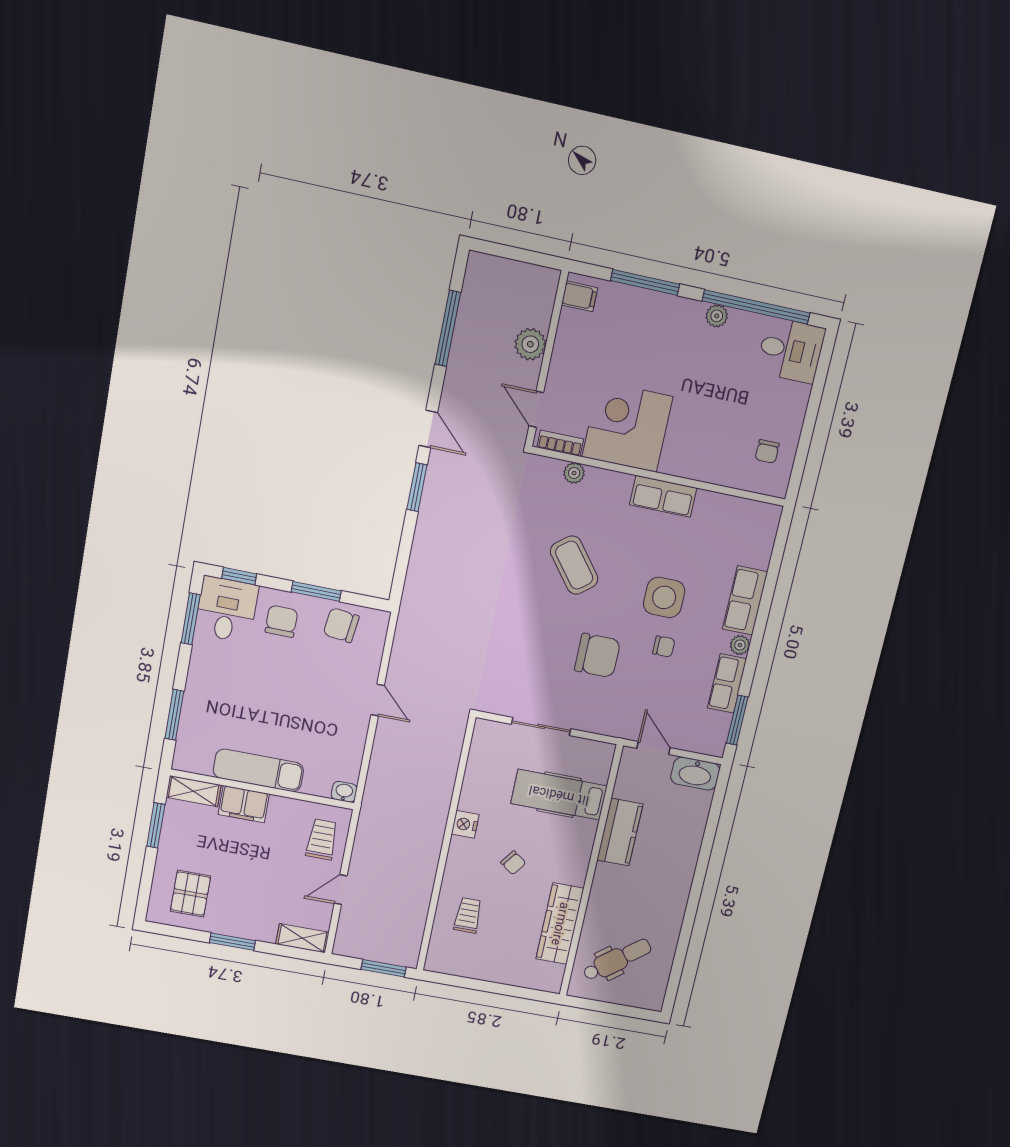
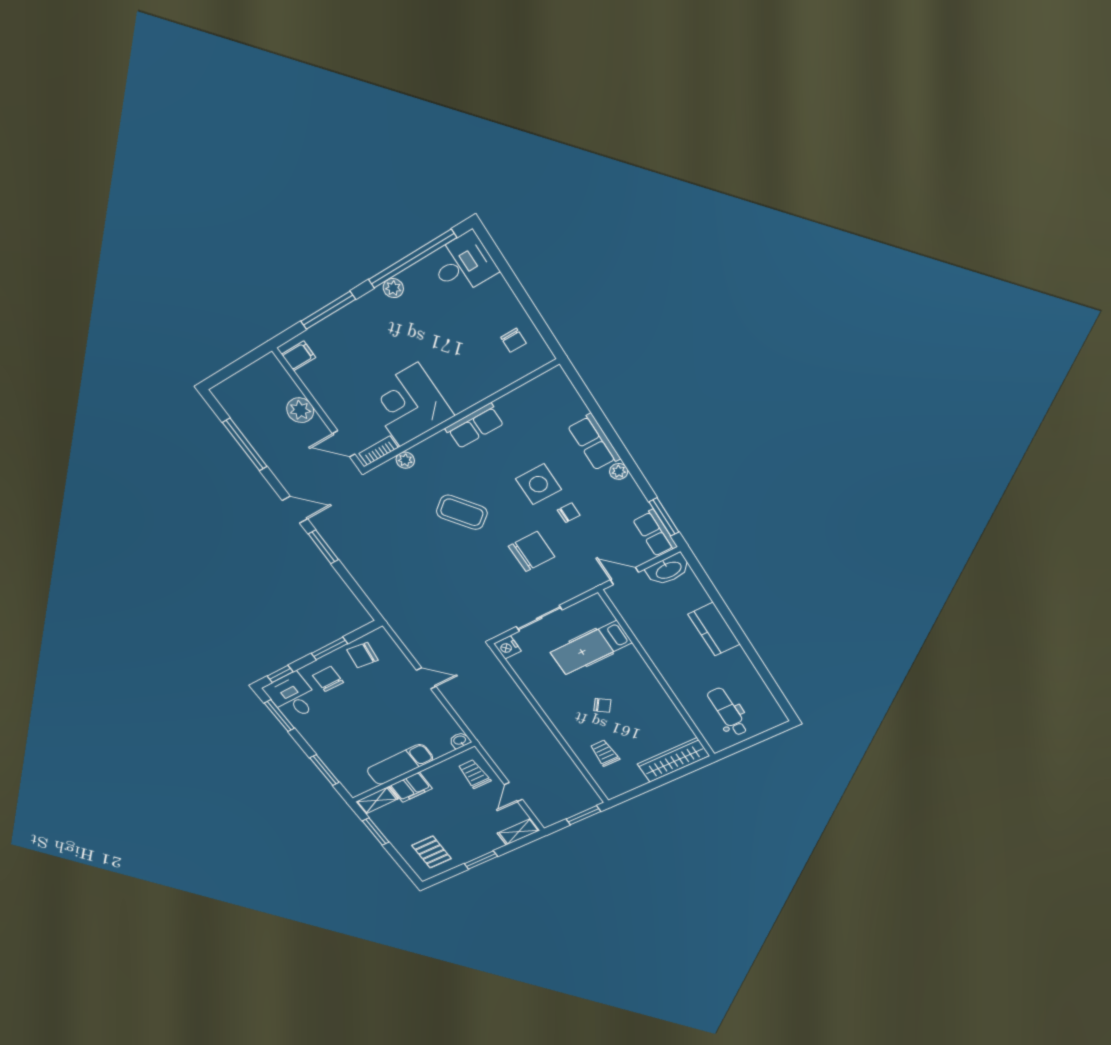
row of seats: (727, 683) -> (655, 533), moved
nightstand: (465, 824) -> (507, 647), moved
kitchen counter: (620, 832) -> (714, 629), moved, turned 180
wardrobe: (560, 924) -> (673, 760), moved, turned 90
dental chair: (617, 960) -> (728, 712), turned -52

